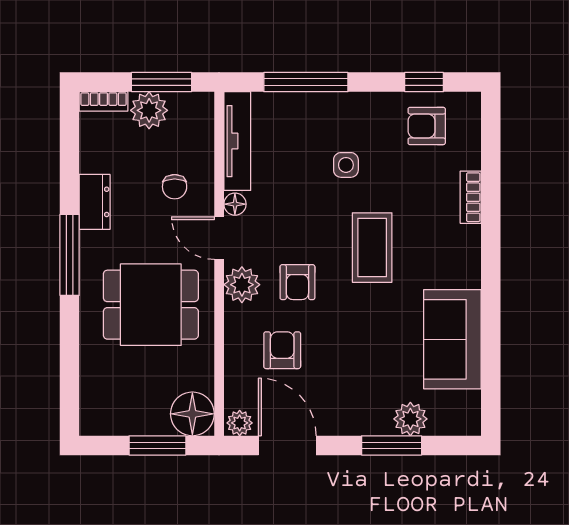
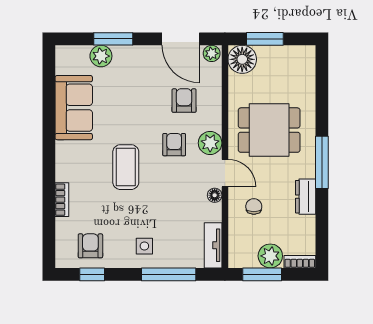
armchair: (427, 126) -> (90, 246), turned -90
tv unit: (237, 141) -> (213, 245), width x0.71
side table: (346, 165) -> (144, 246), moved
armchair: (282, 350) -> (184, 101), turned 180

